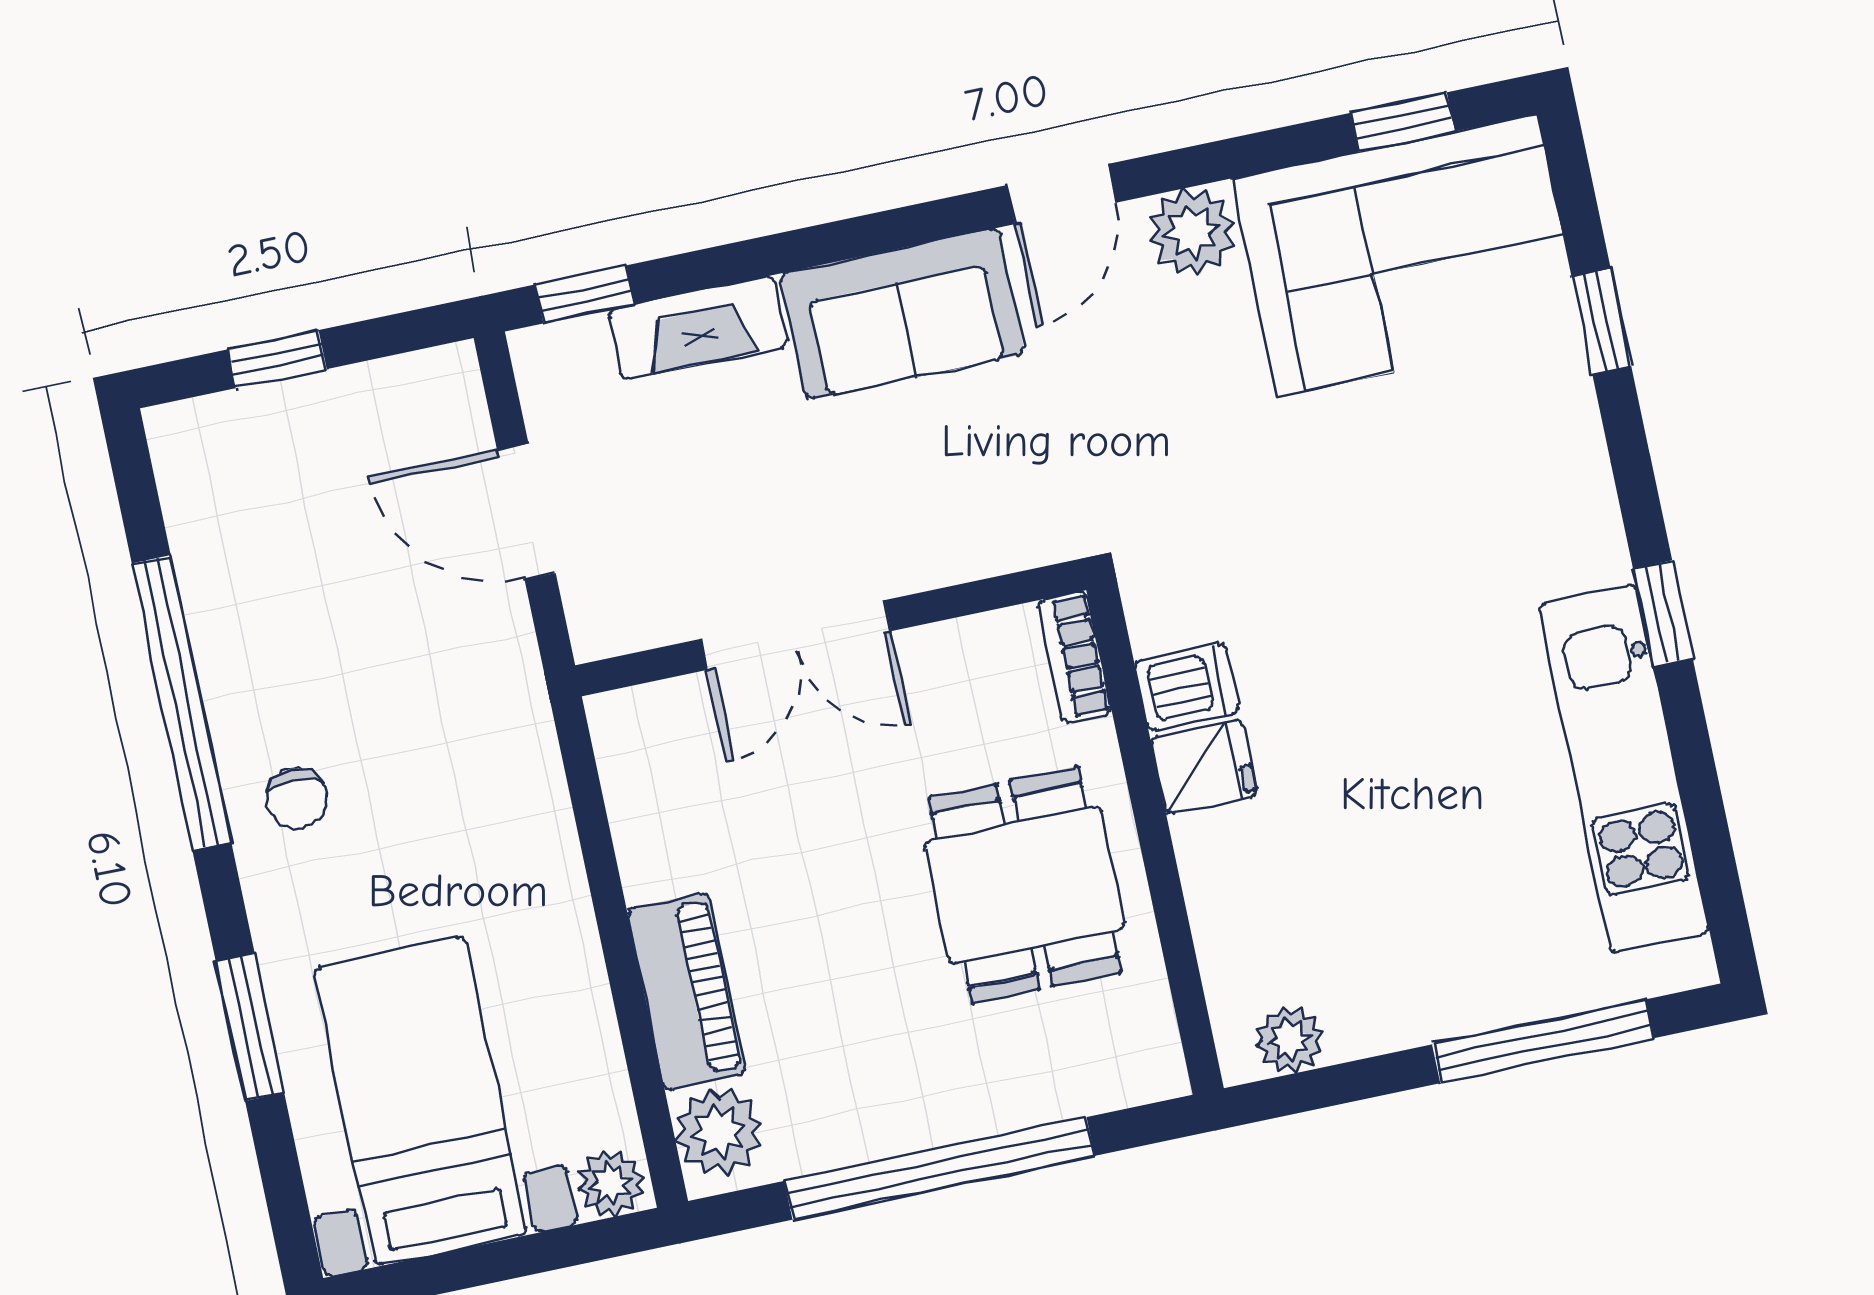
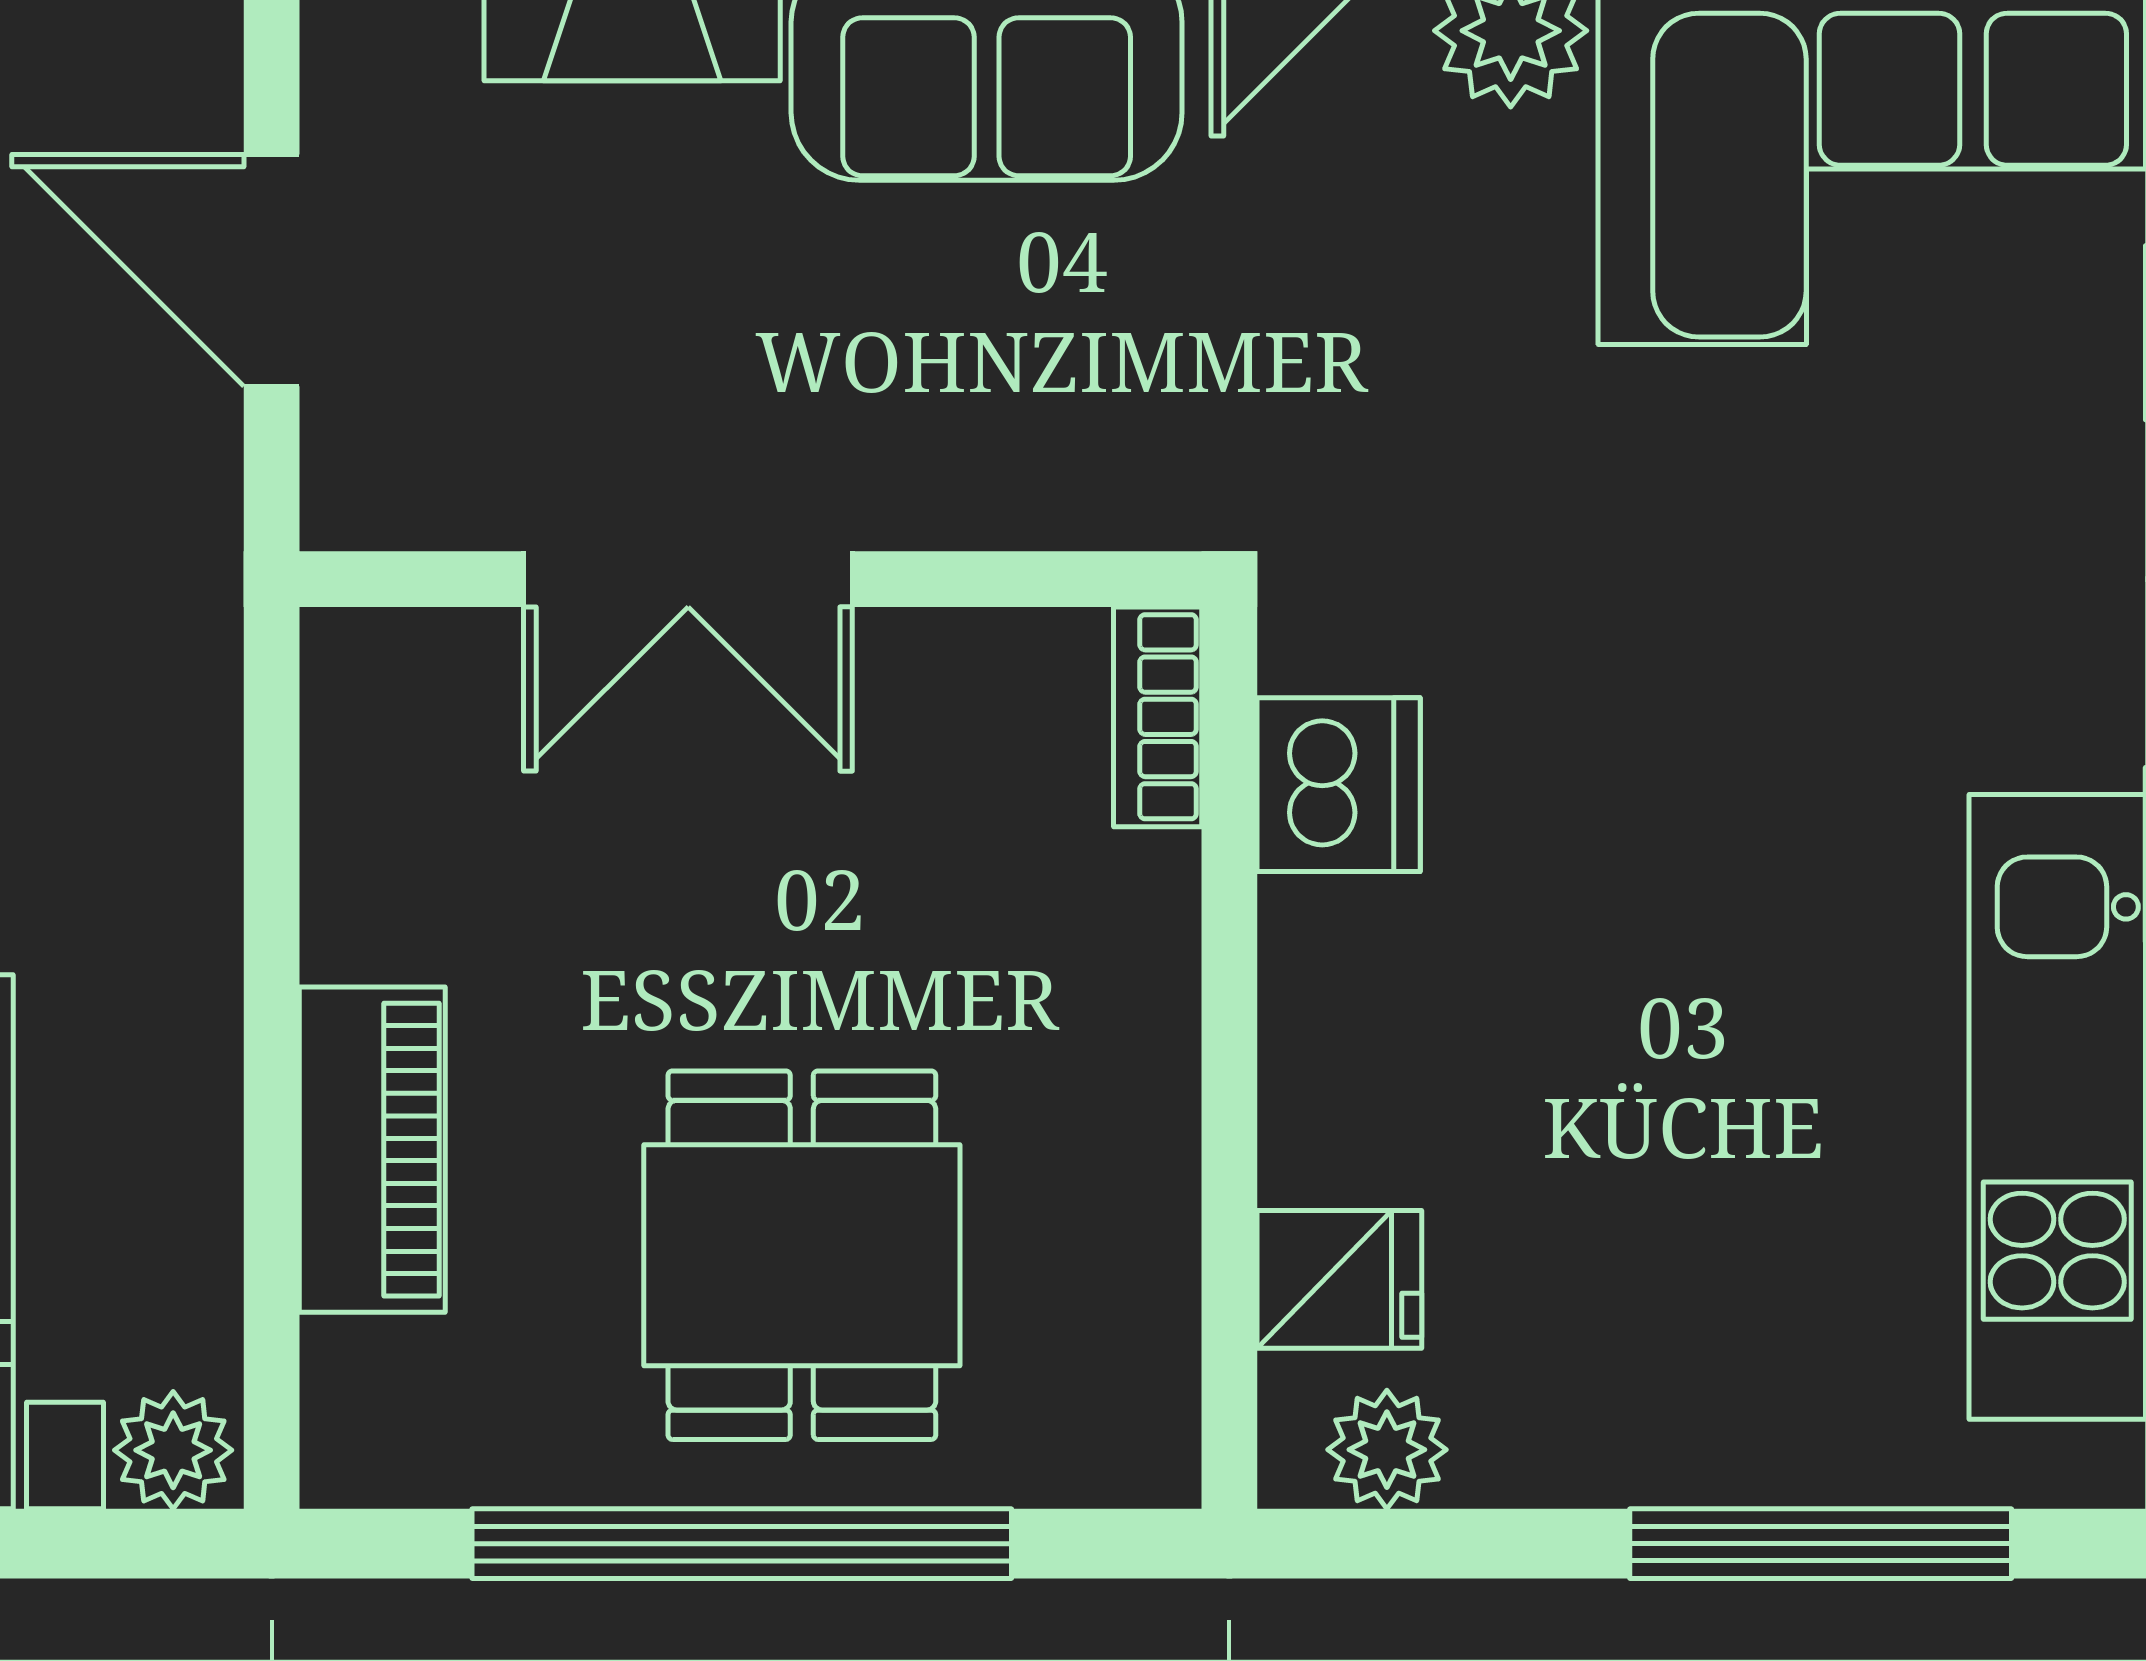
dishwasher: (1187, 687) -> (1339, 785), width x1.38
fridge: (1204, 767) -> (1339, 1279), moved
dining table: (1025, 885) -> (802, 1255), moved
plant: (719, 1132) -> (377, 1401), removed

